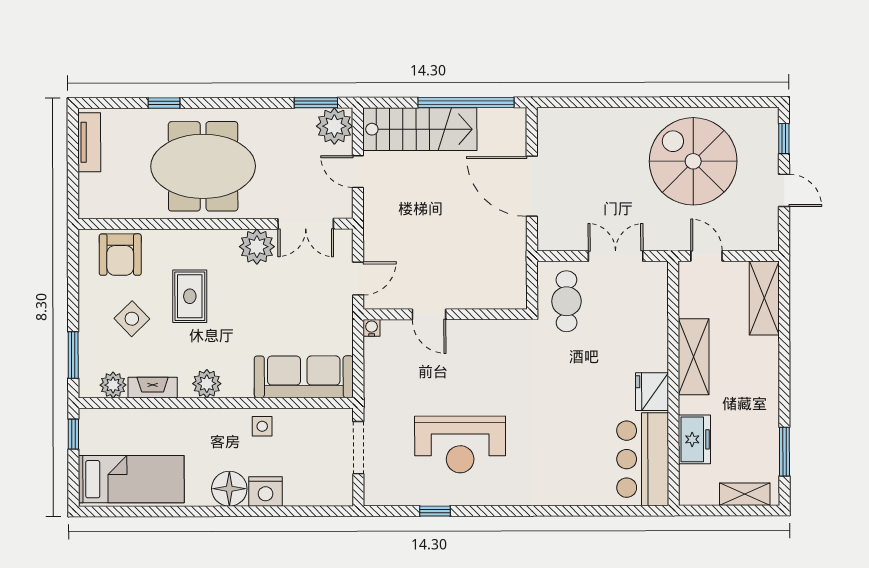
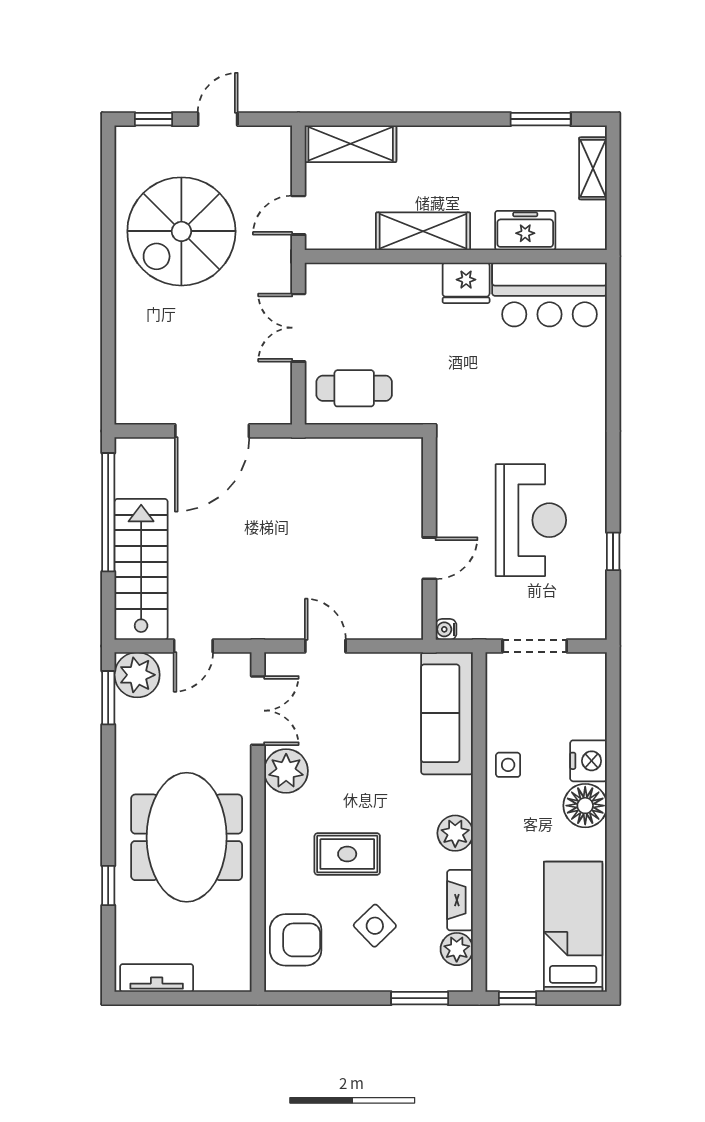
door: (429, 314) -> (429, 558), moved
wall: (445, 314) -> (429, 538), moved
water cooler: (372, 328) -> (446, 629), moved

